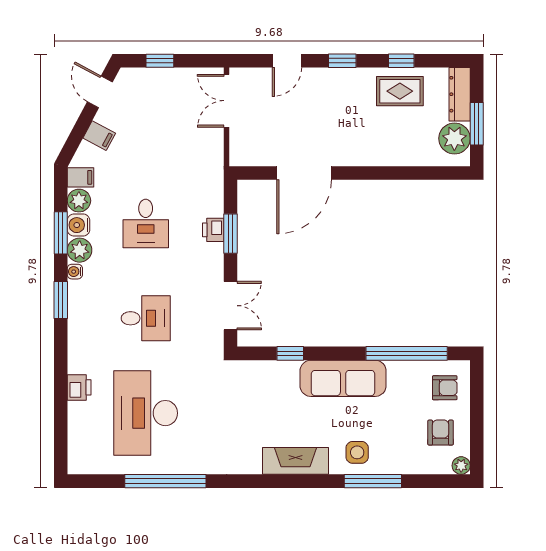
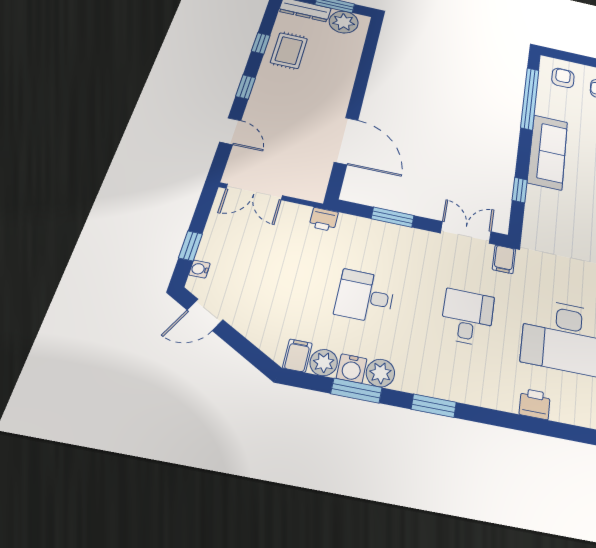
filing cabinet: (99, 136) -> (504, 259), moved, turned 152
desk: (146, 224) -> (365, 296), turned 180
printer: (213, 230) -> (324, 219), moved
water cooler: (75, 272) -> (199, 269), moved, turned 90

